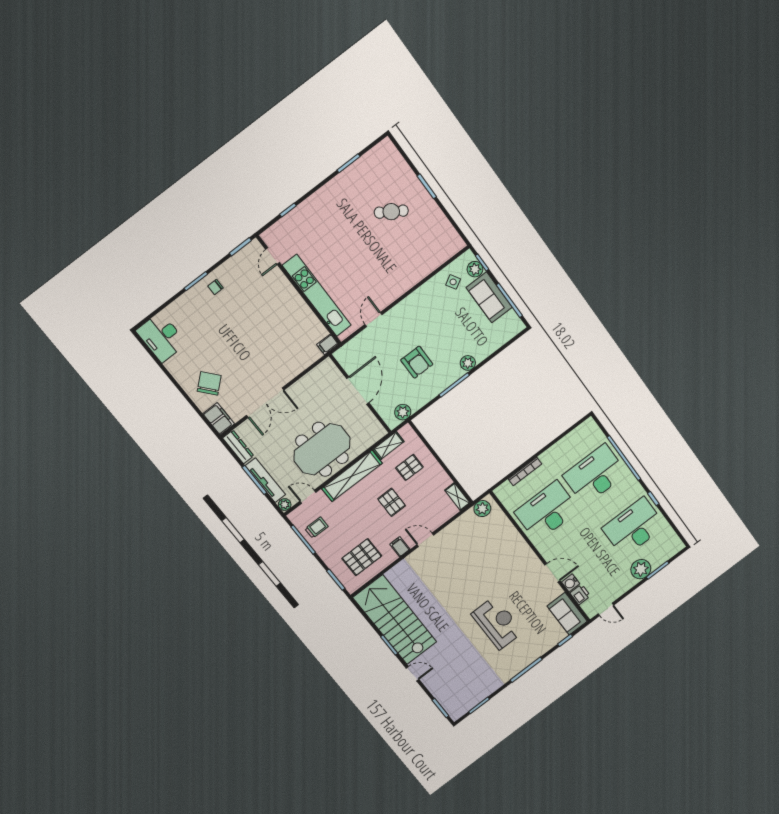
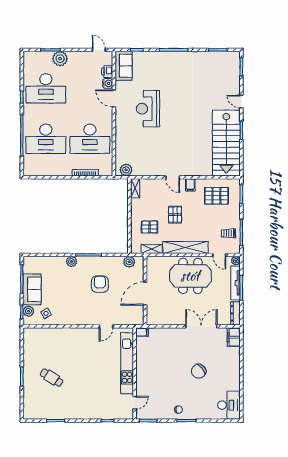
chair: (209, 383) -> (199, 371), moved
reception desk: (497, 623) -> (148, 109), moved

